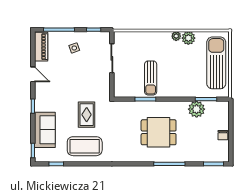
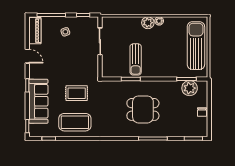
plant: (188, 38) -> (148, 23), moved
plant: (197, 109) -> (190, 88), moved
rug: (87, 115) -> (77, 93), turned 90
sofa: (45, 130) -> (38, 101), width x1.36

